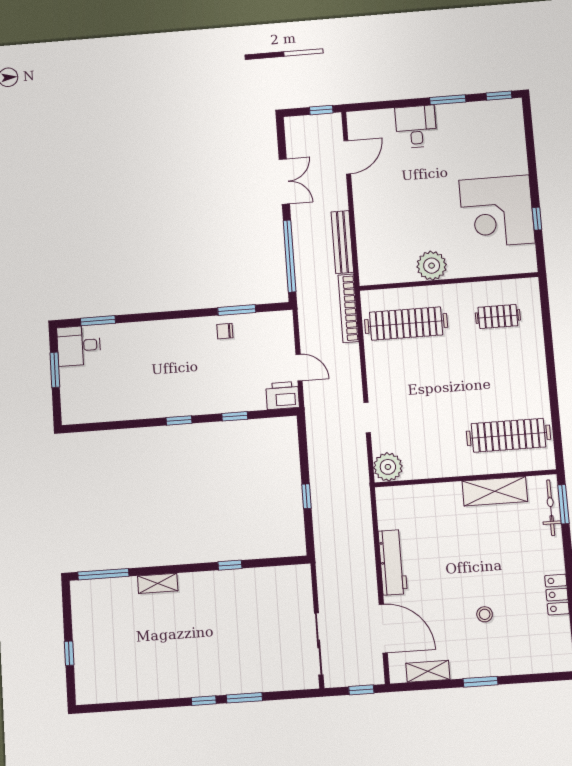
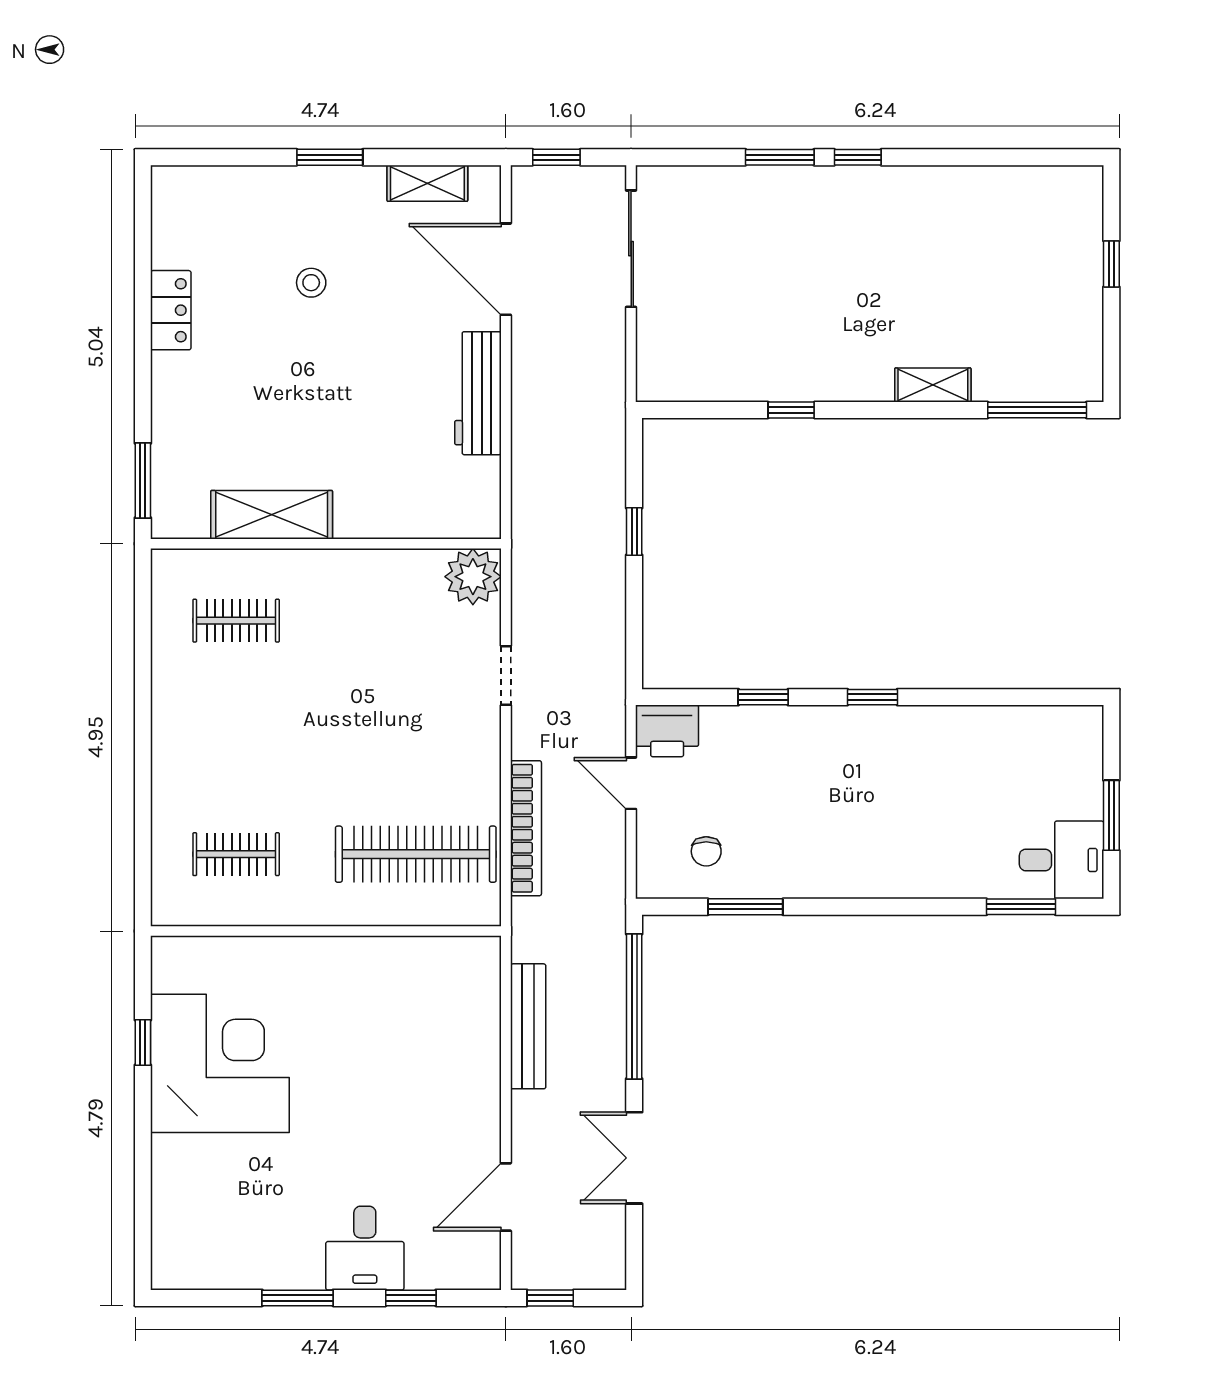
window: (499, 96) -> (411, 1298), moved
plant: (432, 266) -> (357, 965), removed
bookcase: (348, 308) -> (526, 828), moved
chair: (225, 331) -> (706, 851), moved, turned 90
clothes rail: (508, 435) -> (236, 621), width x0.54, depth x0.76
bicycle: (551, 508) -> (168, 476), removed

